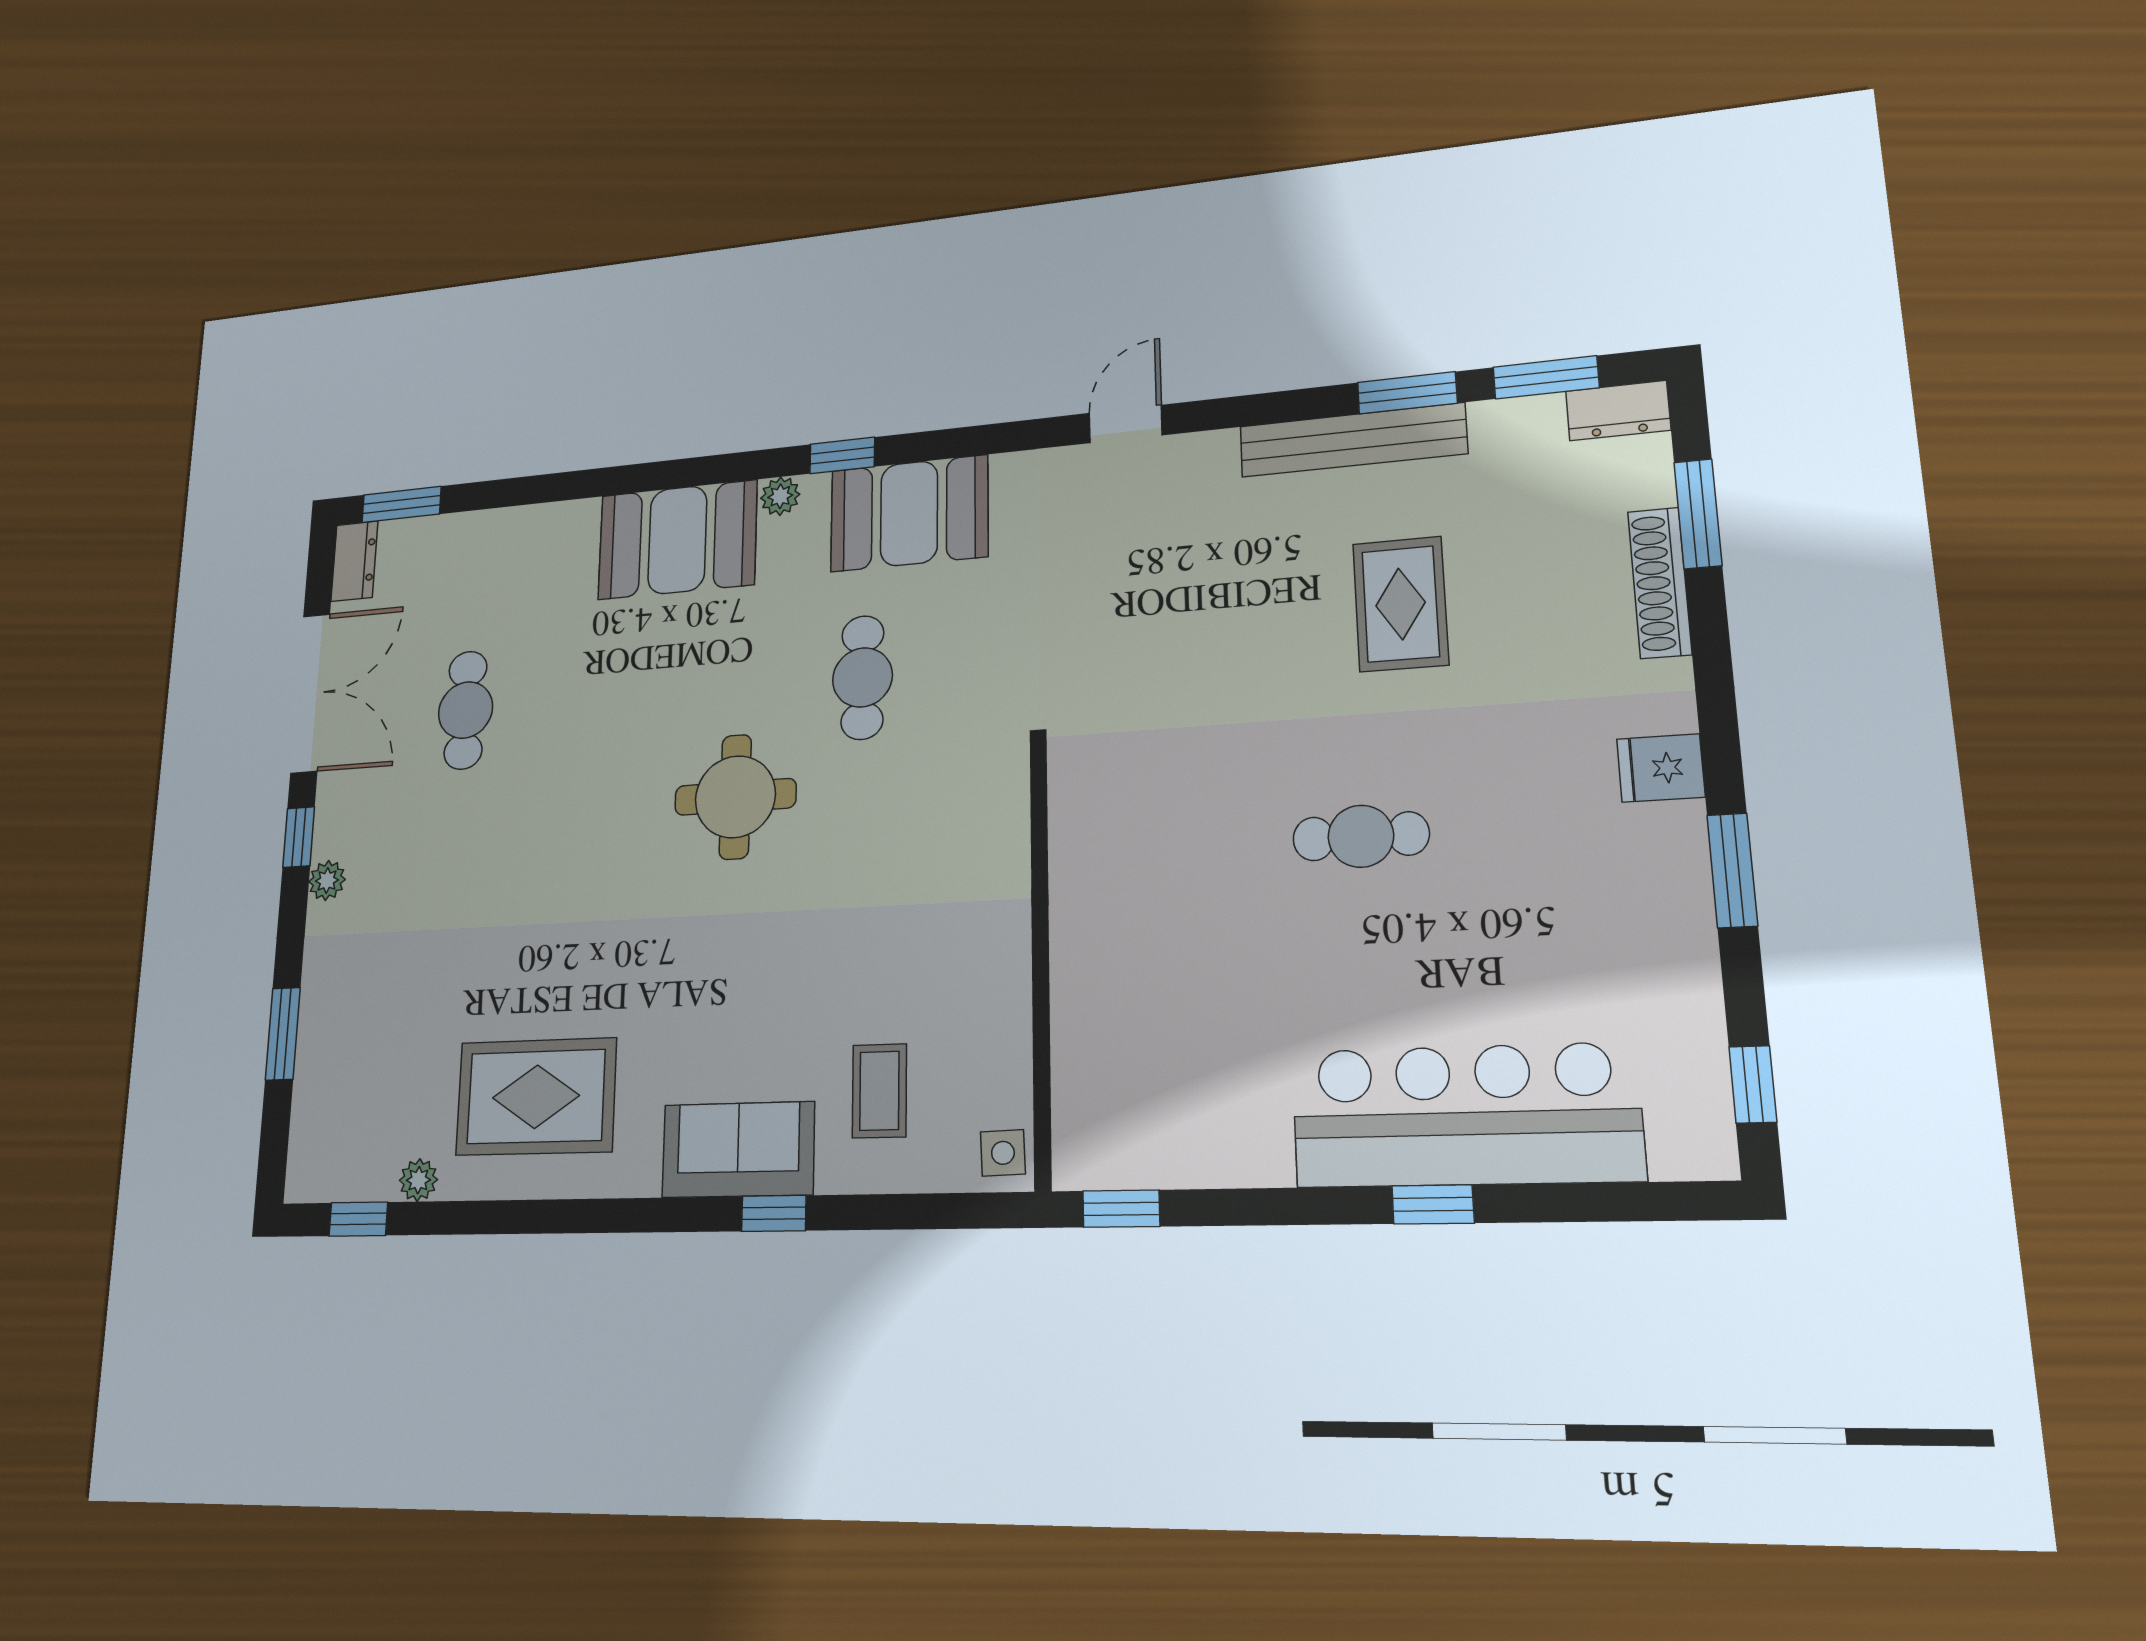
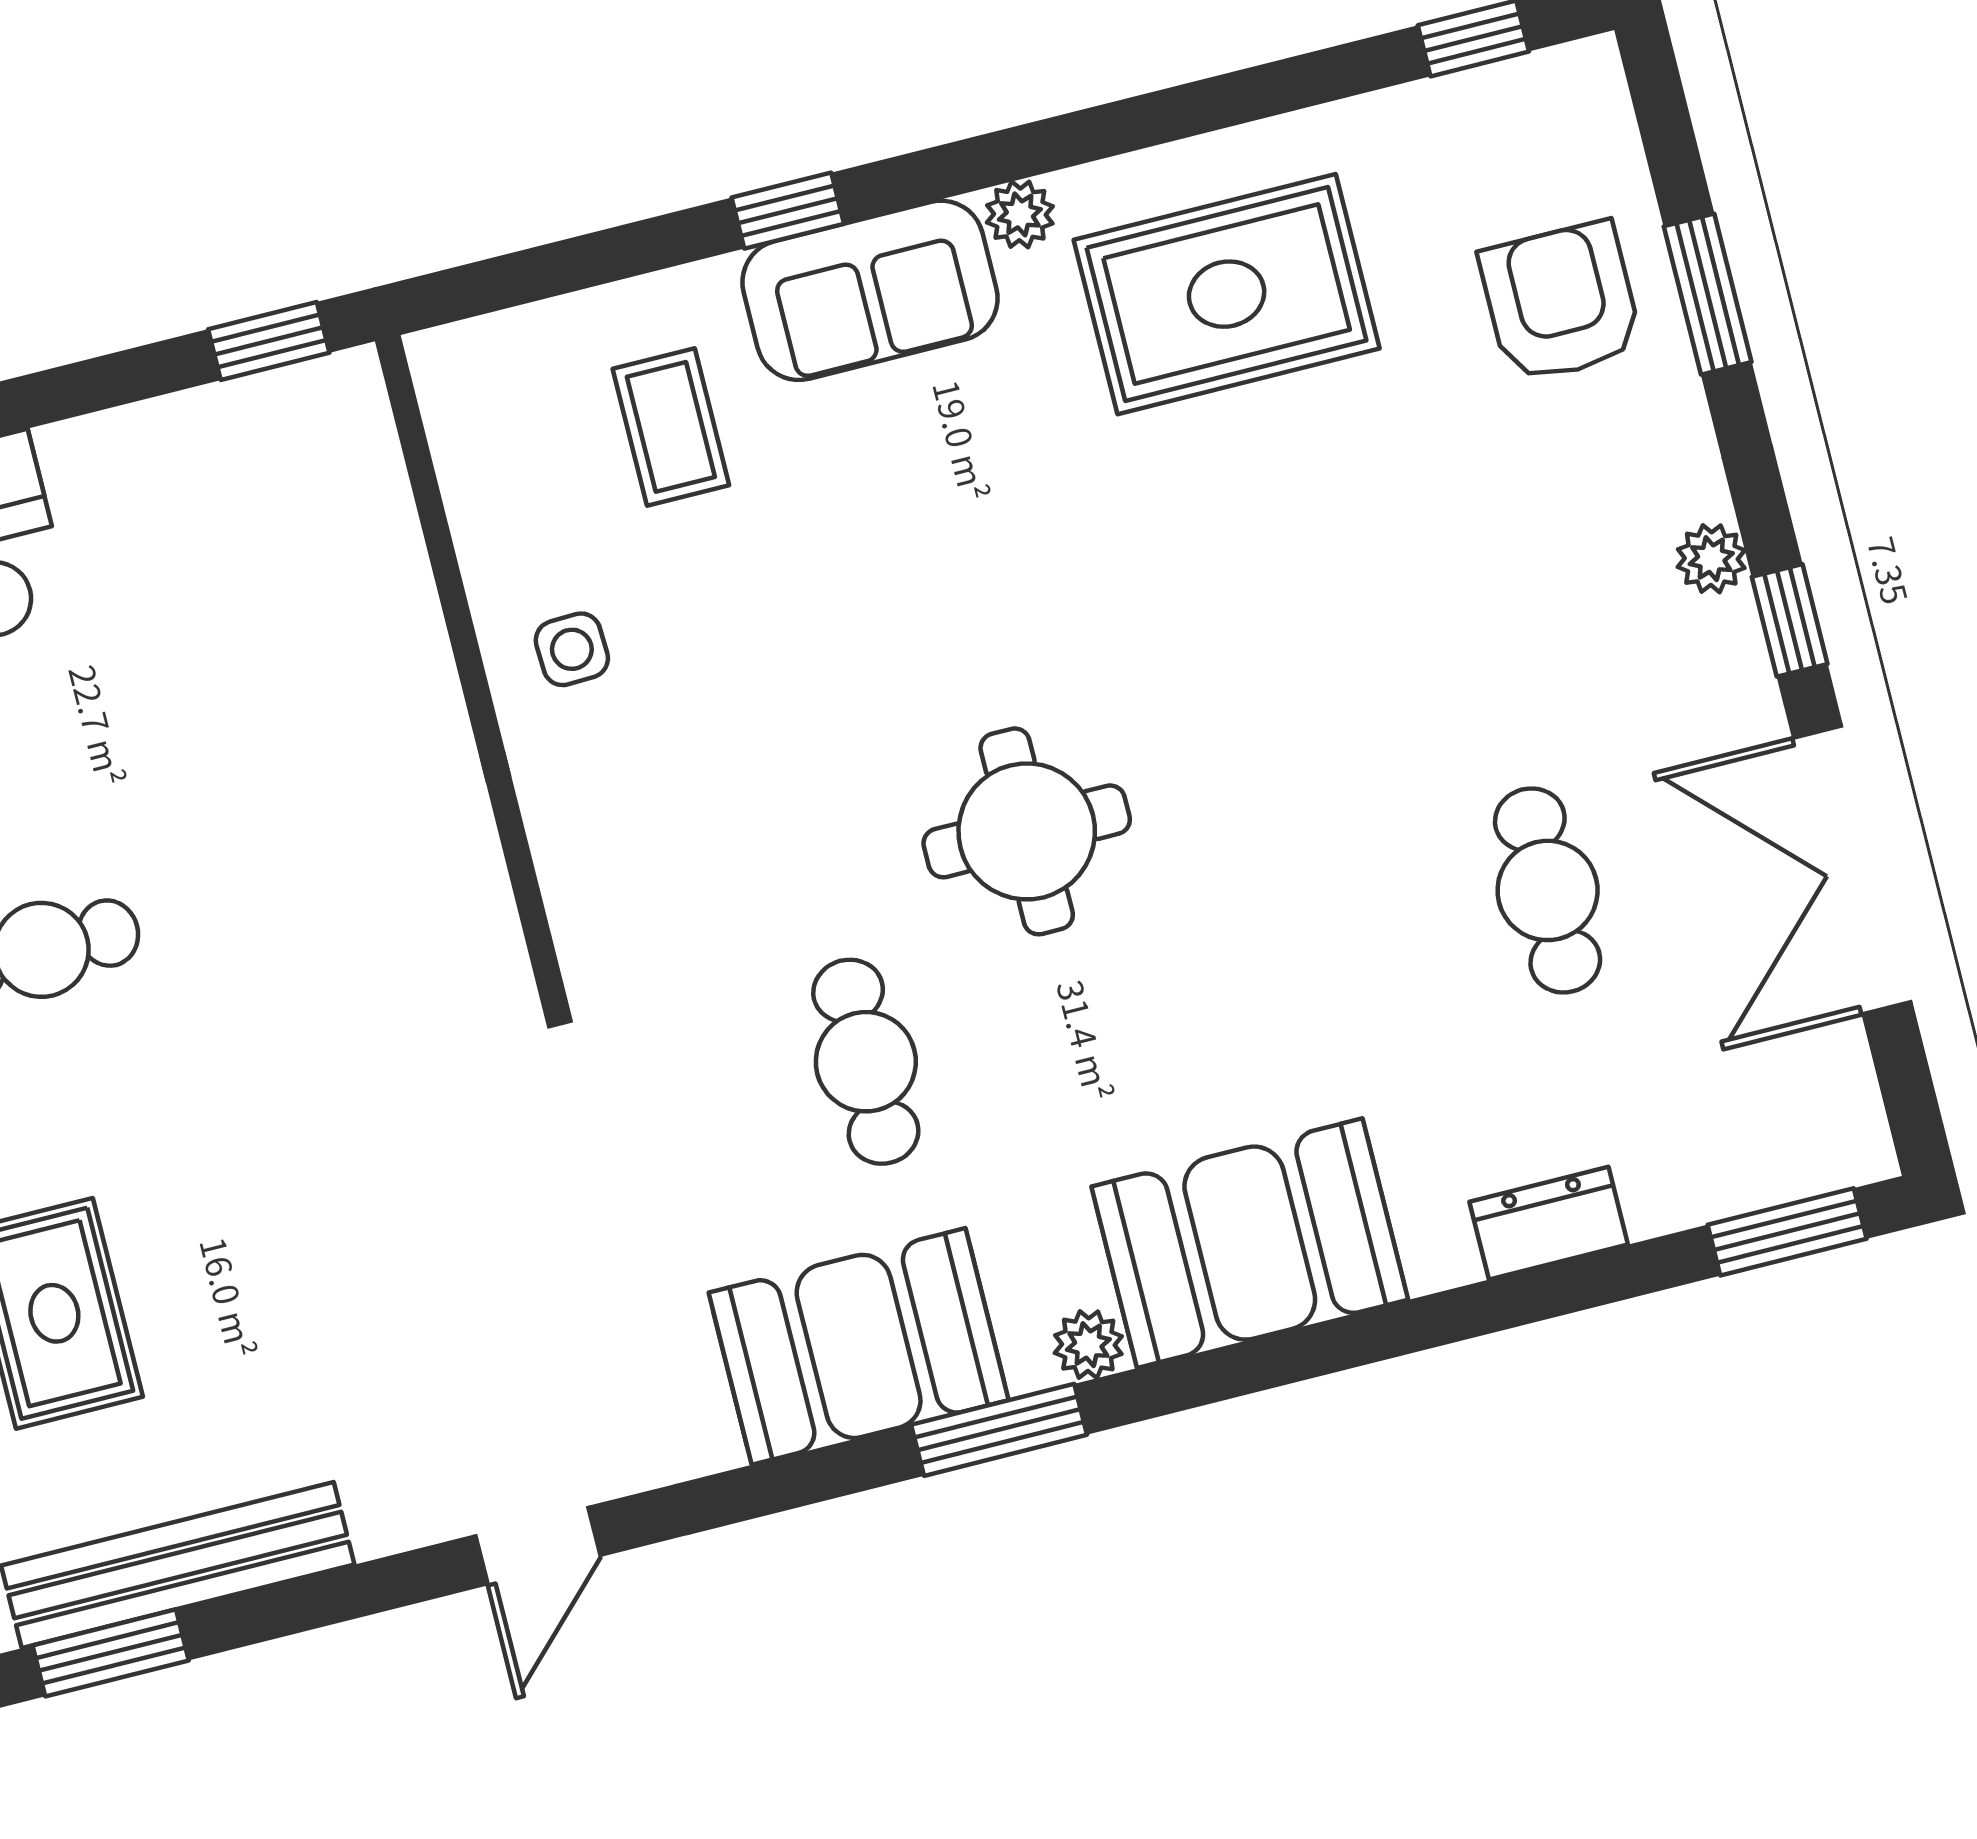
window: (842, 455) -> (999, 1430), width x1.50
dresser: (354, 561) -> (1549, 1223), moved, turned 90
armchair: (359, 1048) -> (1561, 302), added
side table: (1003, 1153) -> (572, 649), moved
plant: (418, 1180) -> (1020, 214), moved

